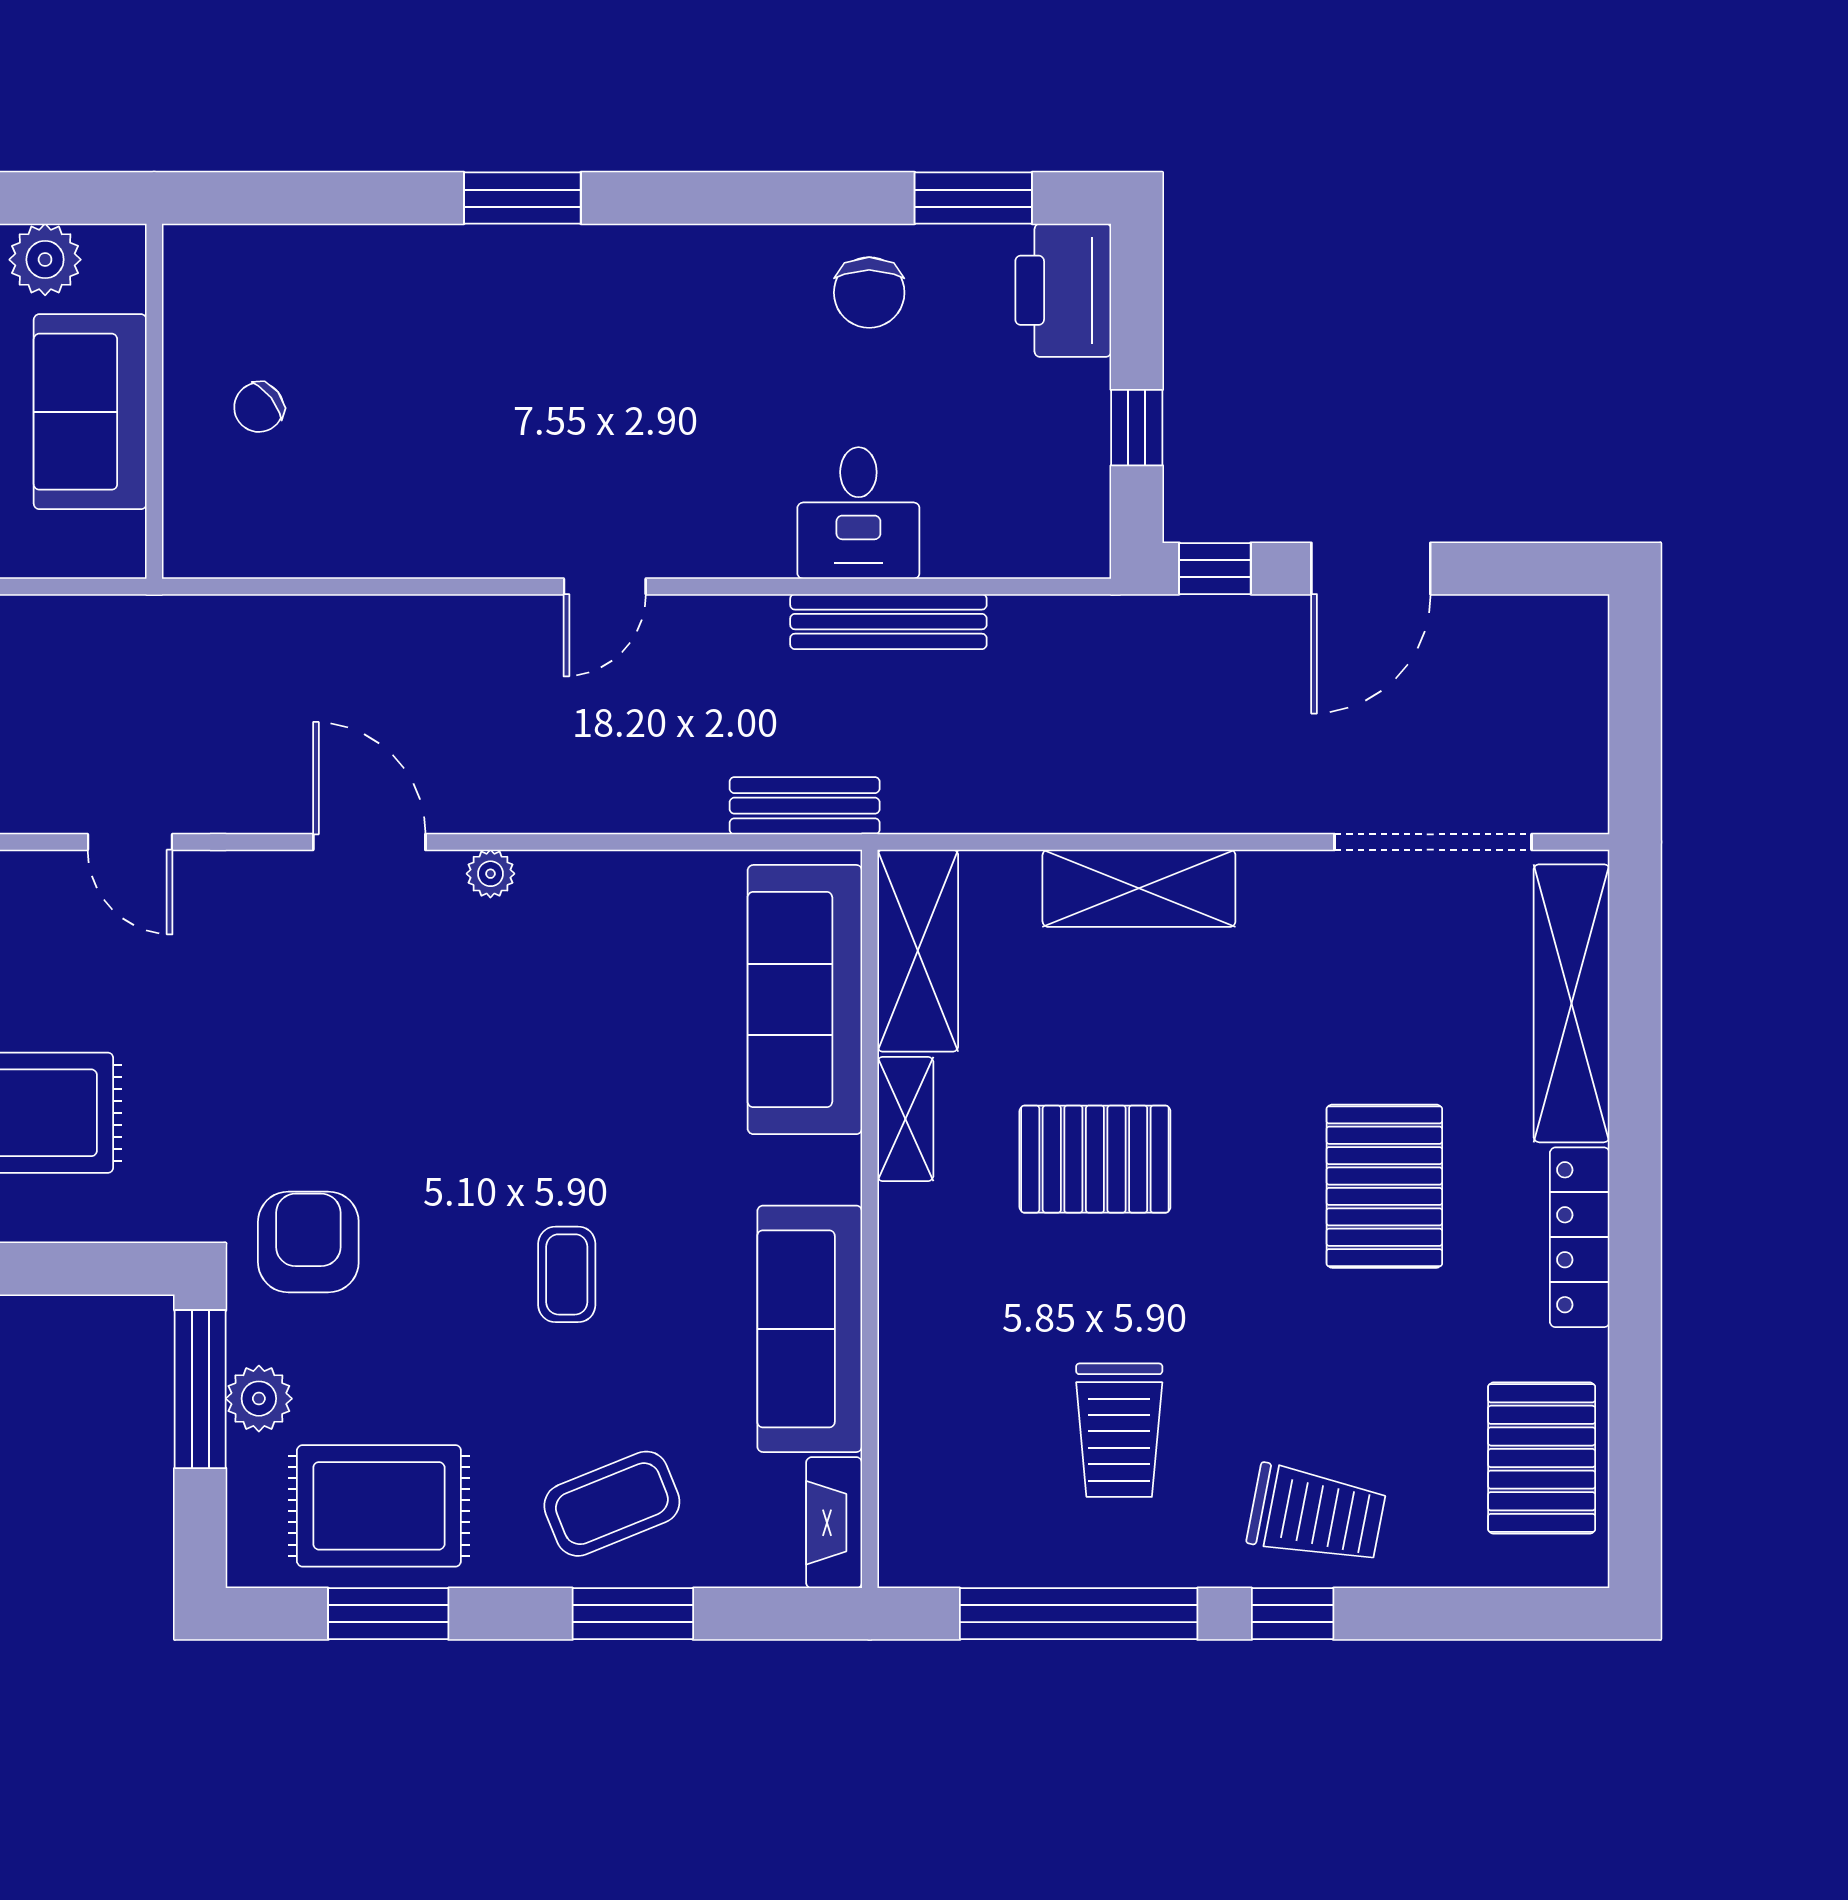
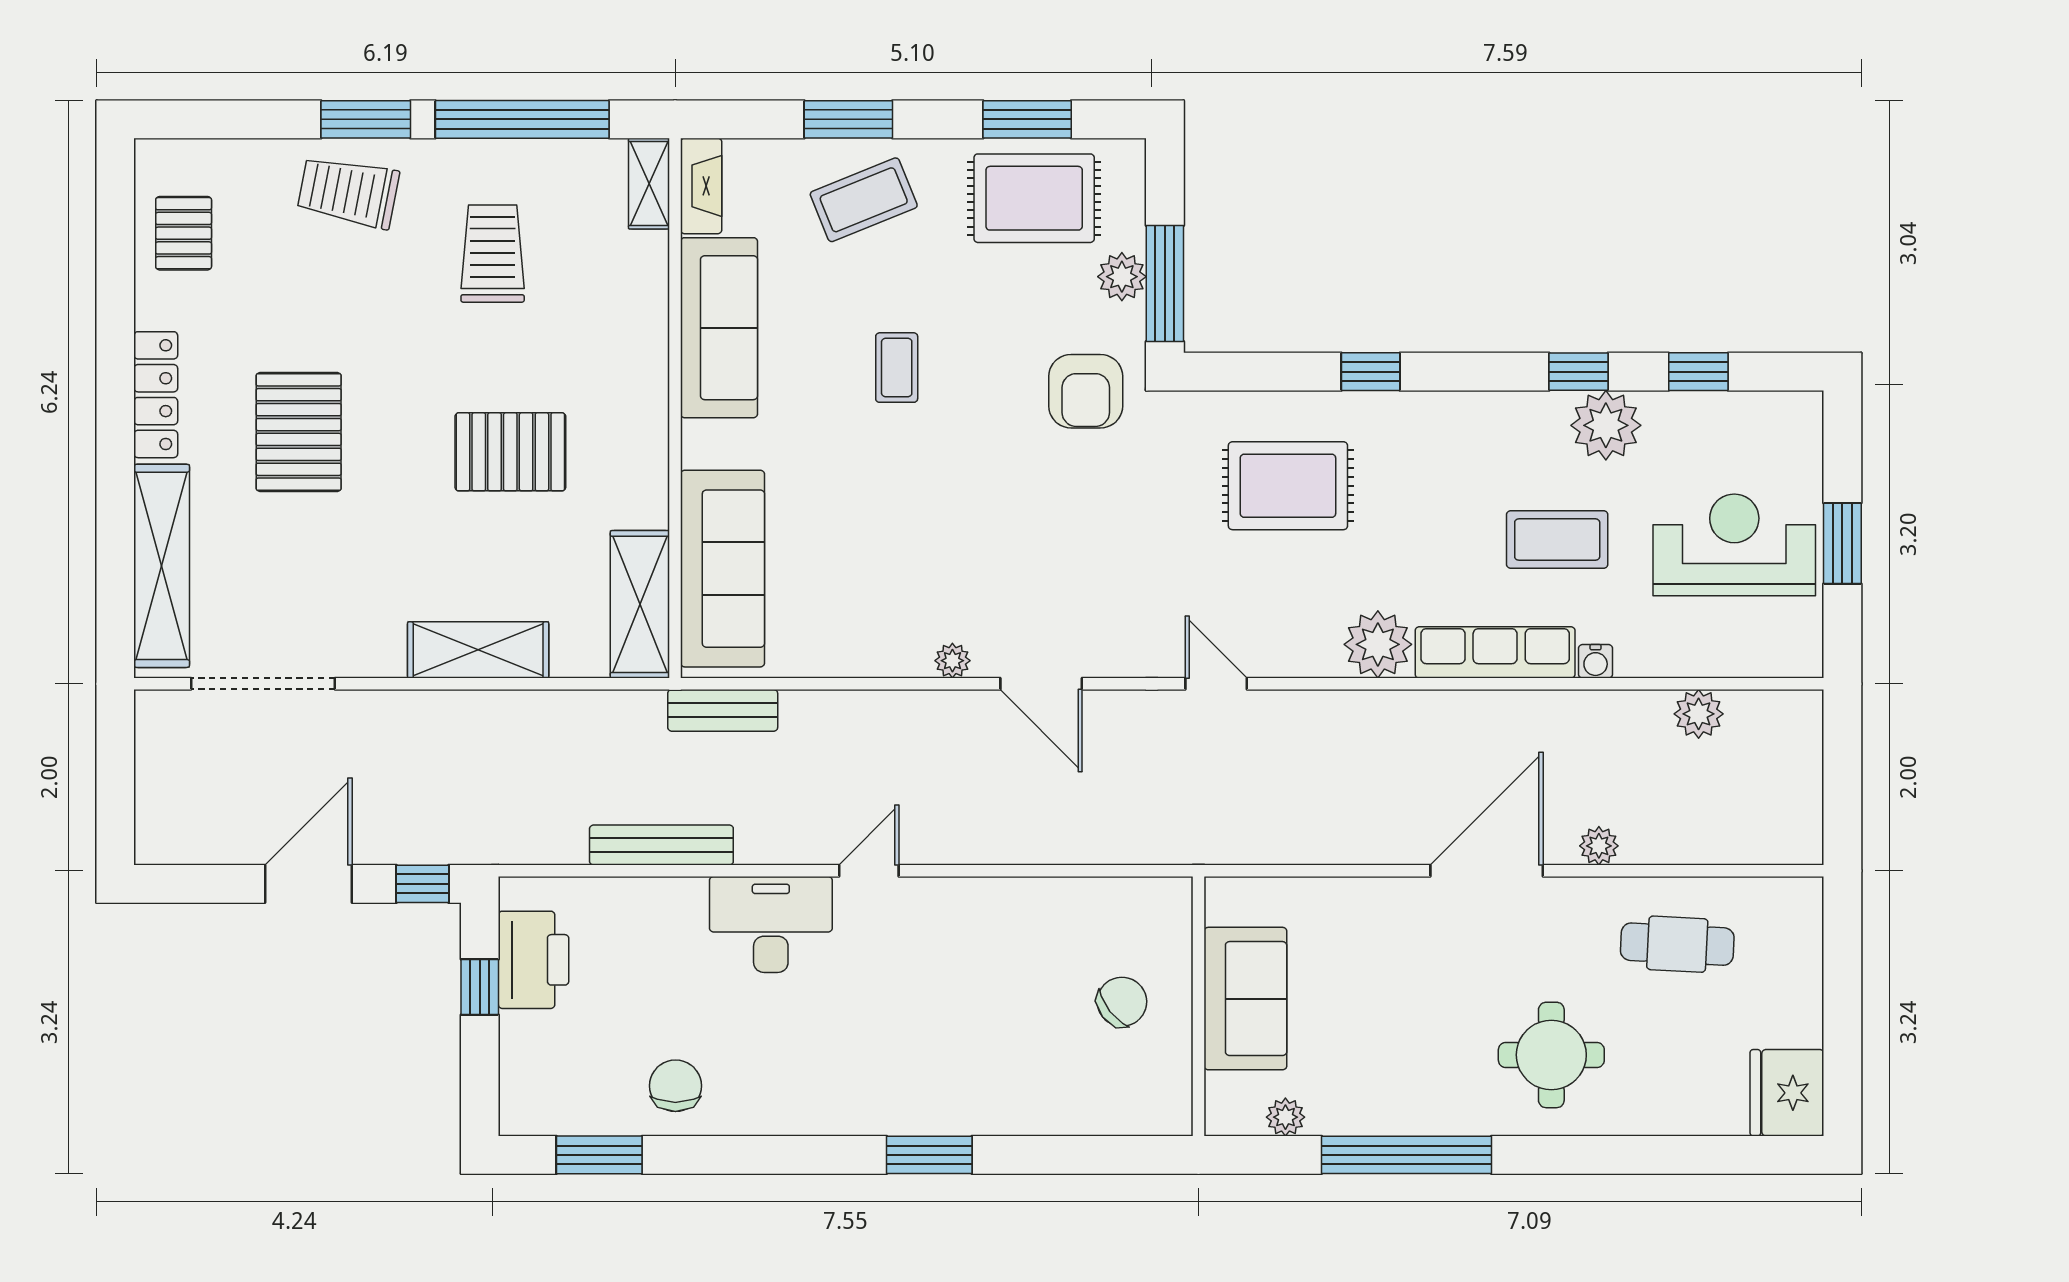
plant: (45, 260) -> (1285, 1117), width x0.73, depth x0.73
printer: (1063, 290) -> (534, 960), moved
chair: (259, 407) -> (1122, 1002), width x1.37, depth x1.37
desk: (858, 513) -> (771, 924), moved, width x1.37
shelving: (905, 1119) -> (649, 184), moved
pallet: (1542, 1458) -> (184, 233), width x0.67, depth x0.71
window: (1293, 1614) -> (366, 119), width x1.50

